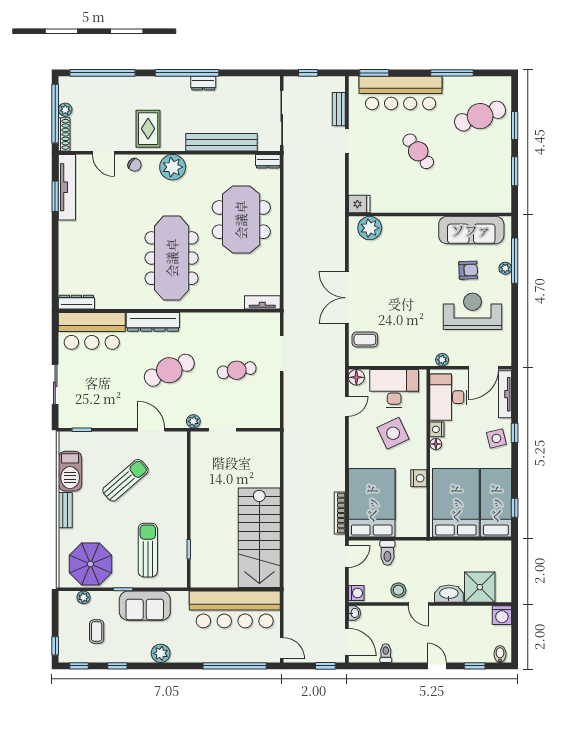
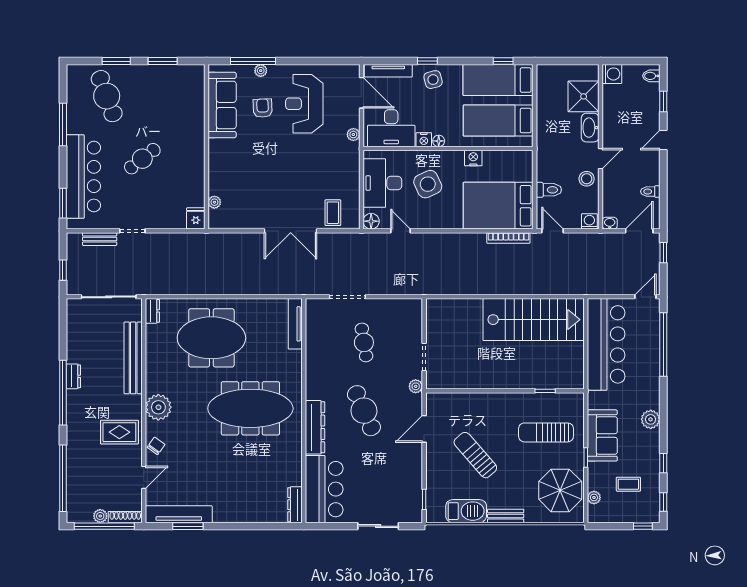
plant: (370, 228) -> (214, 202), width x0.53, depth x0.53
tv unit: (262, 302) -> (295, 324), width x1.41
bed: (456, 503) -> (498, 121), width x0.67

